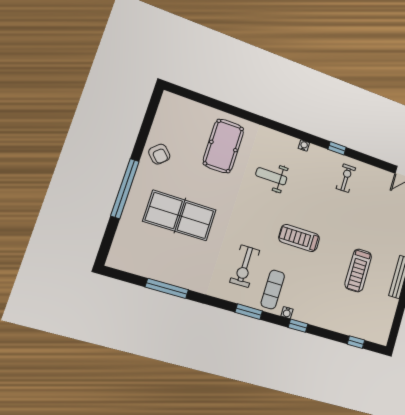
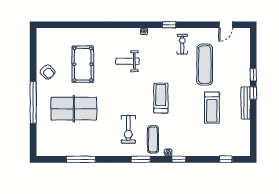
pool table: (223, 146) -> (83, 64), moved
exercise mat: (365, 213) -> (205, 65), added
treadmill: (299, 238) -> (161, 98), turned 90

